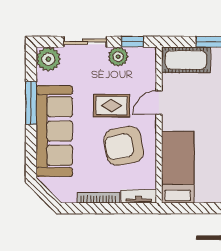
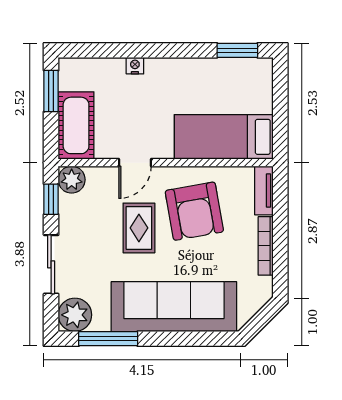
plant: (118, 57) -> (72, 180), moved
window: (31, 103) -> (108, 339), moved
door: (159, 103) -> (135, 163), hinge flipped

